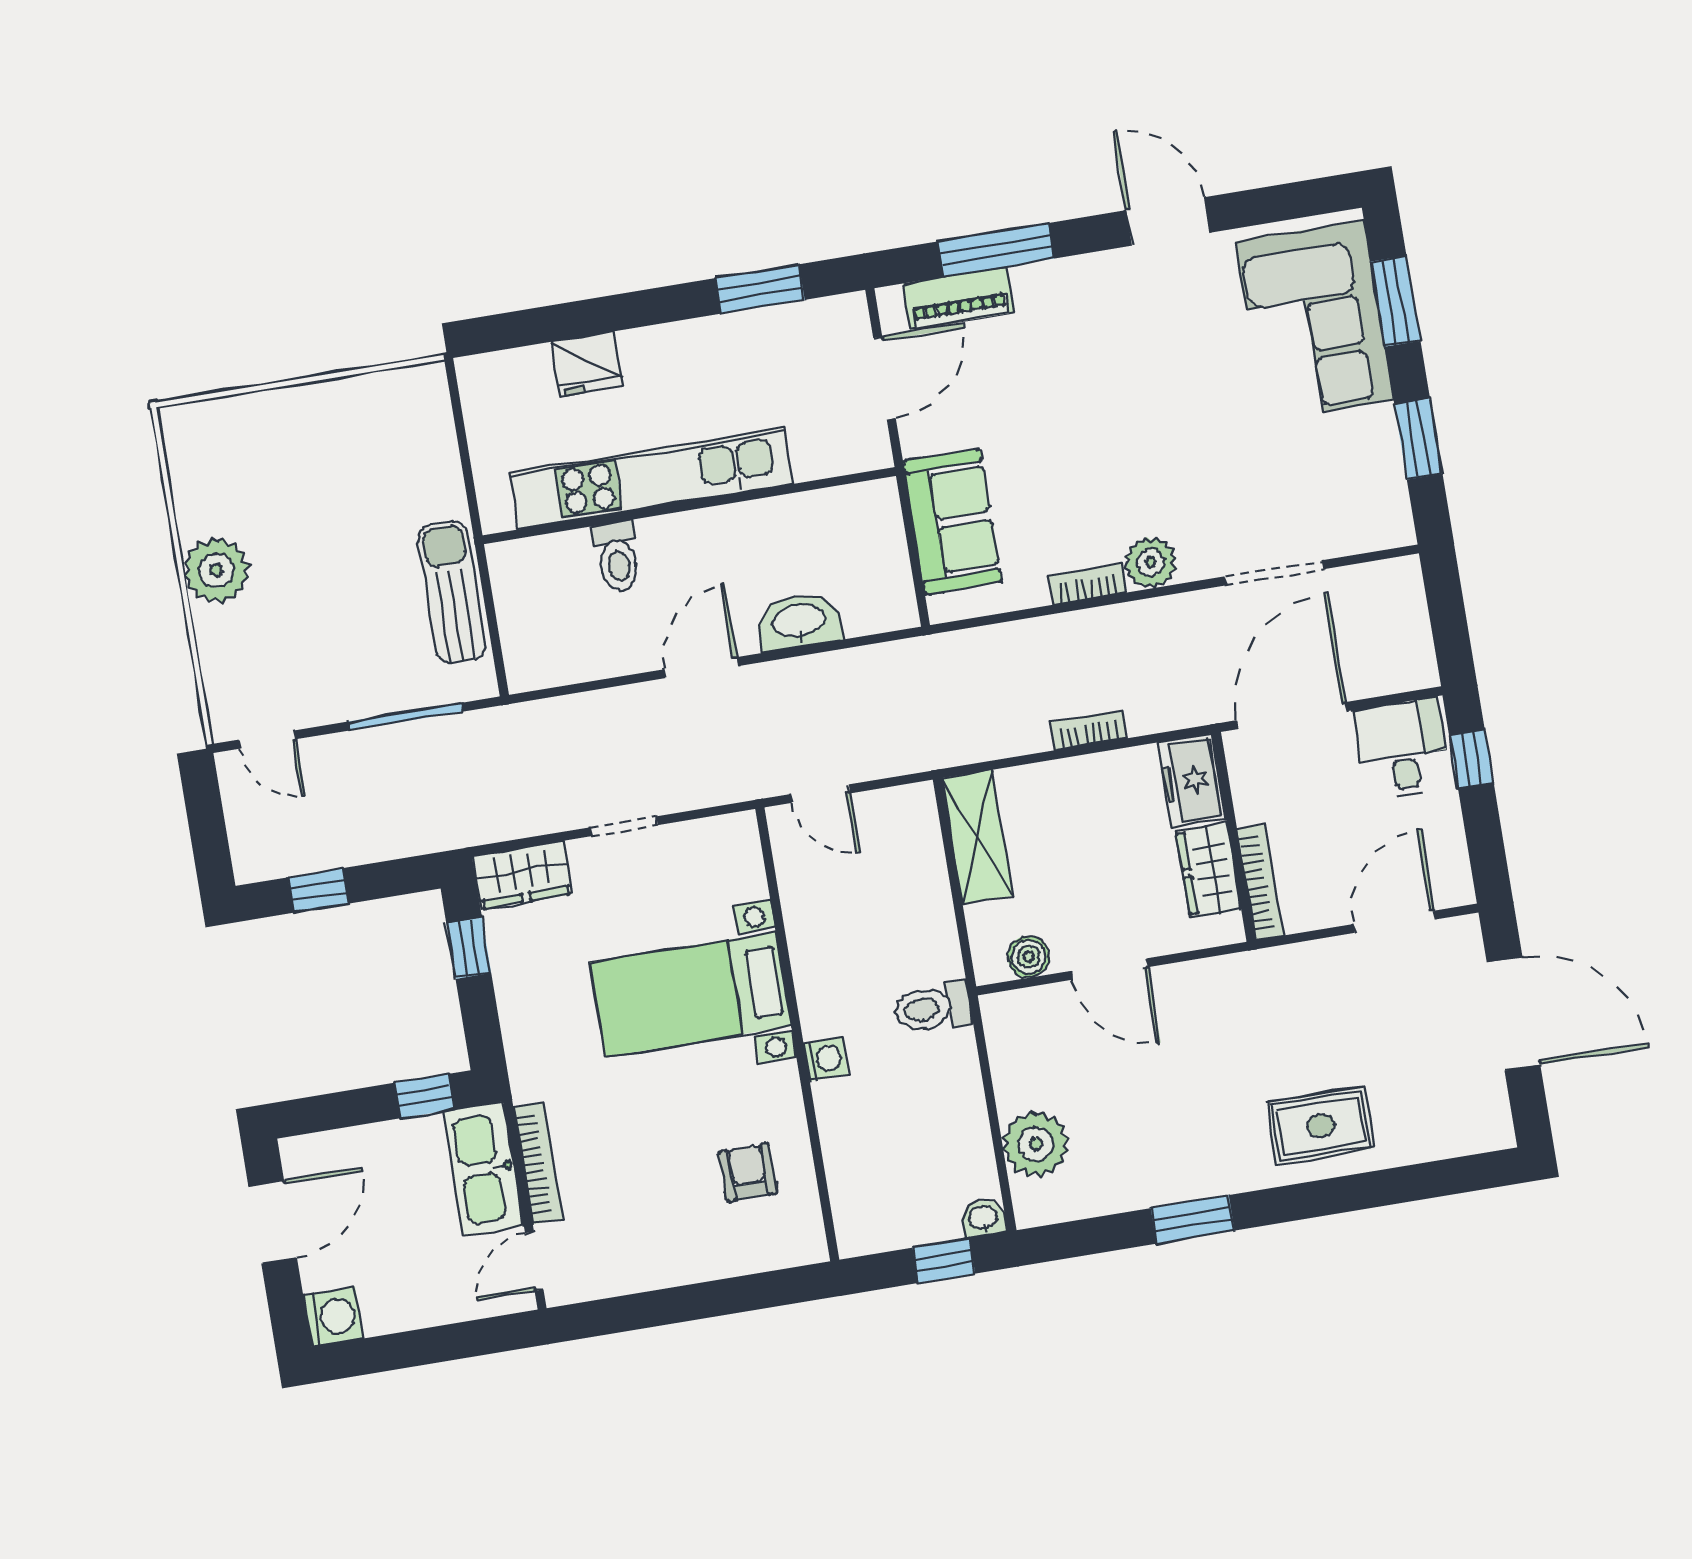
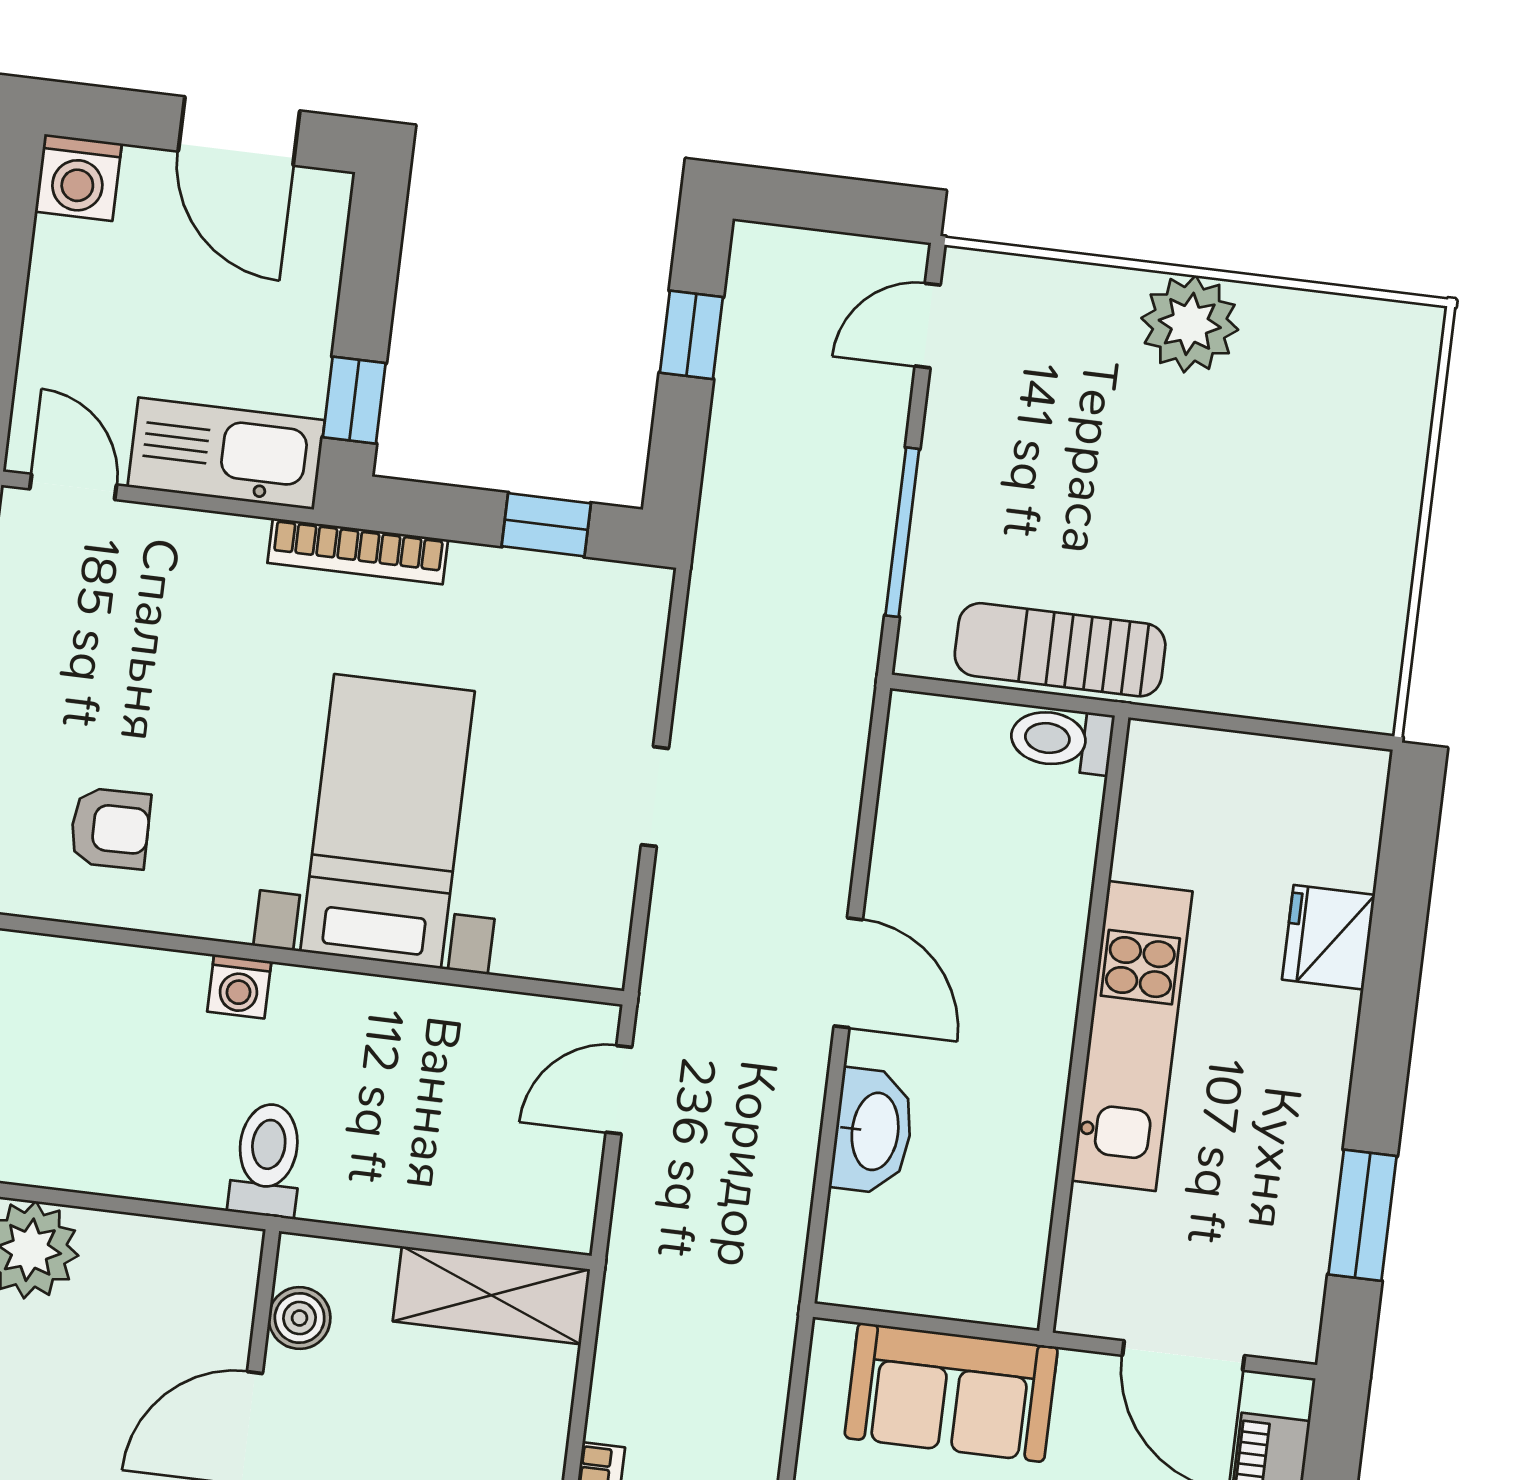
kitchen unit: (651, 478) -> (1132, 1036), width x0.73
toilet: (617, 556) -> (1061, 740), moved
sun lounger: (452, 592) -> (1060, 650), turned 180
wardrobe: (522, 875) -> (628, 632), removed
bookcase: (538, 1163) -> (358, 551), moved

